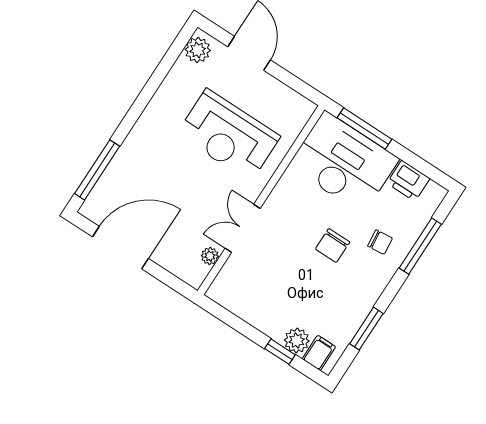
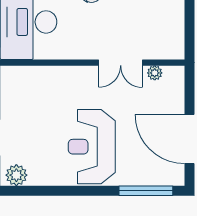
reception desk: (229, 135) -> (92, 147), moved, turned 180

